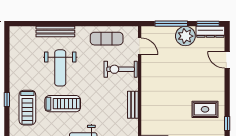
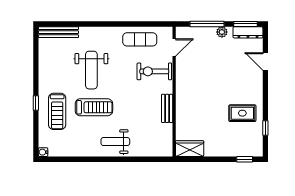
bench: (55, 32) -> (58, 32), moved
plant: (185, 36) -> (222, 32), width x0.53, depth x0.53
door: (140, 46) -> (174, 47), hinge flipped

